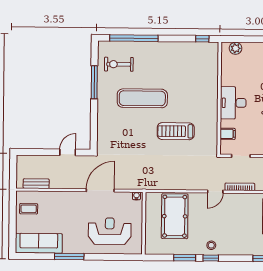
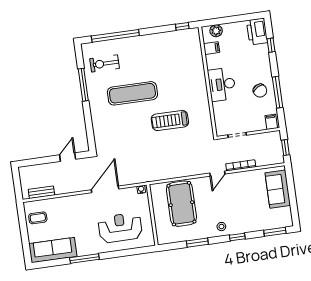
filing cabinet: (228, 134) -> (212, 48), moved
window: (211, 258) -> (237, 237), moved

